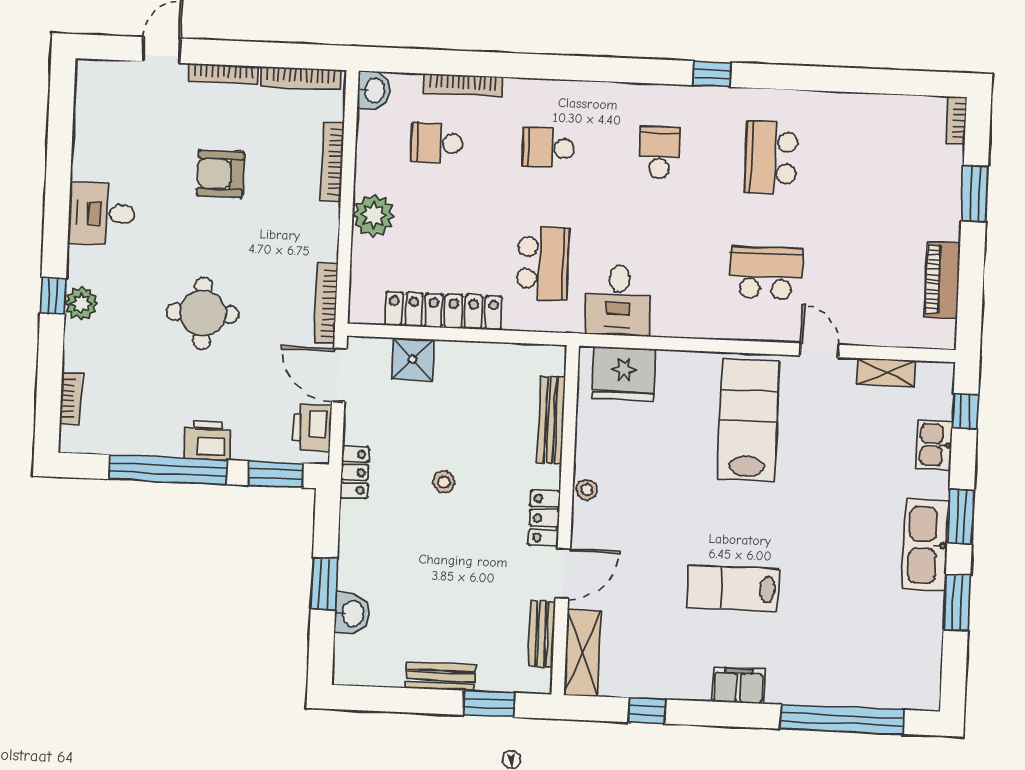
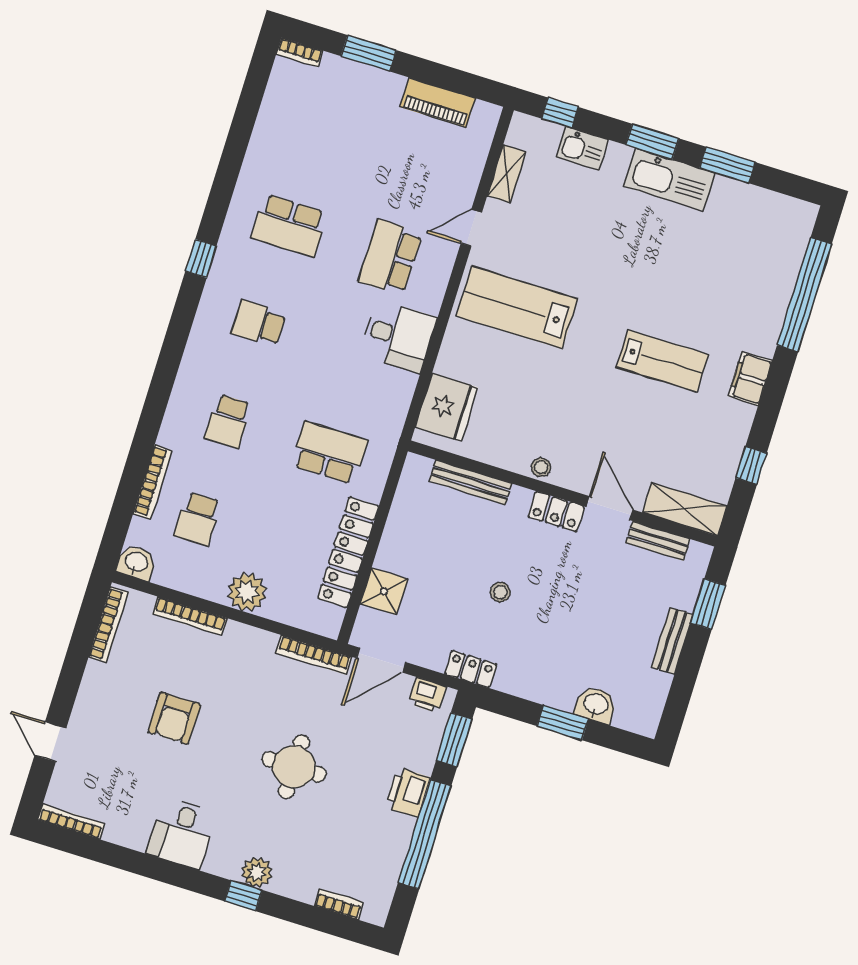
bookcase: (223, 74) -> (71, 822), moved, turned -90
desk: (619, 300) -> (398, 336), moved
printer: (312, 427) -> (427, 695), width x0.73, depth x0.81
lab bench: (732, 588) -> (662, 361), turned -90

